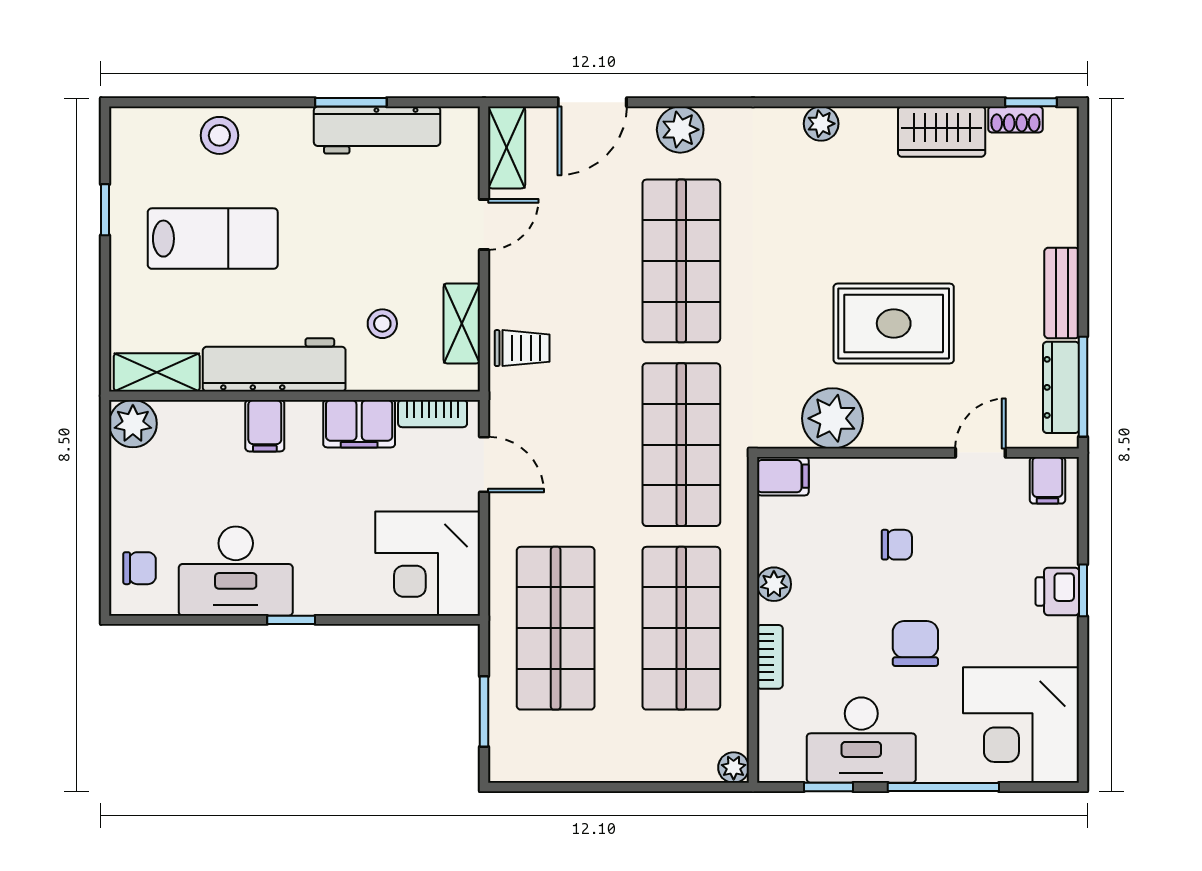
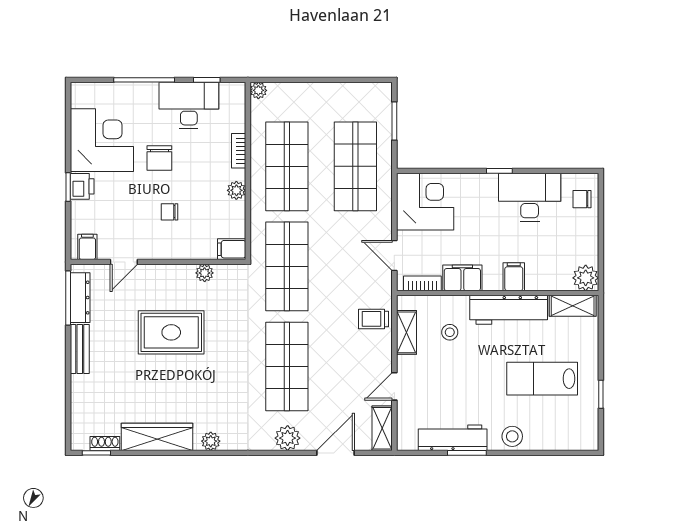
wardrobe: (942, 132) -> (157, 437), width x1.50
stool: (219, 135) -> (512, 436), moved
plant: (832, 418) -> (205, 273), width x0.53, depth x0.53
corner desk: (1021, 725) -> (102, 140), moved

